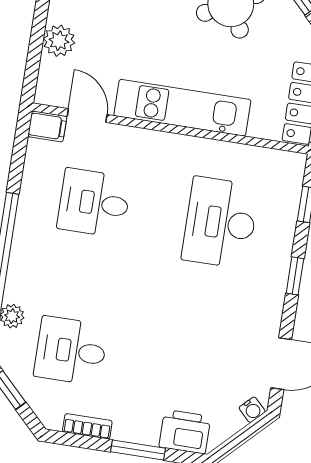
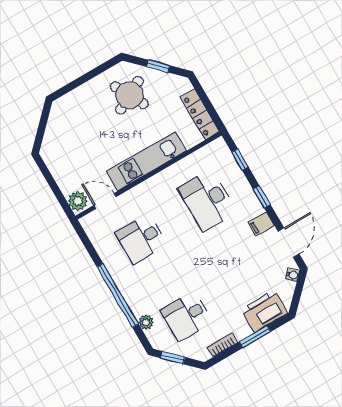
plant: (59, 41) -> (78, 201), moved
filing cabinet: (47, 126) -> (261, 224), moved, turned 180
printer: (185, 432) -> (264, 311), width x1.37, depth x1.19

